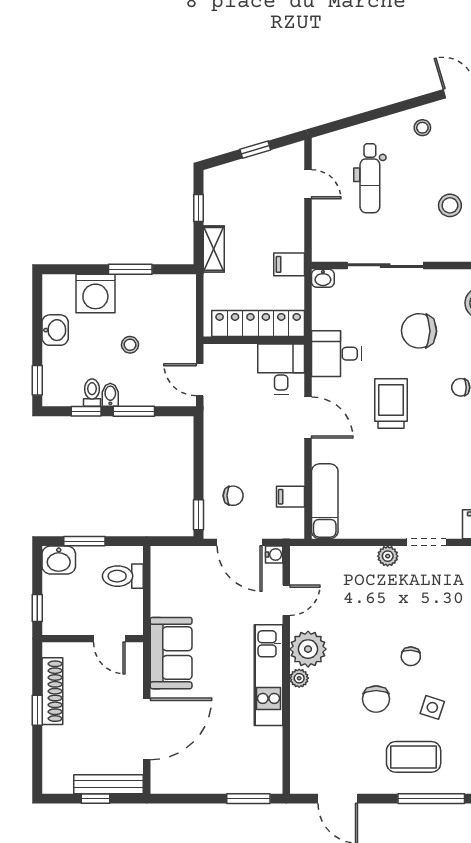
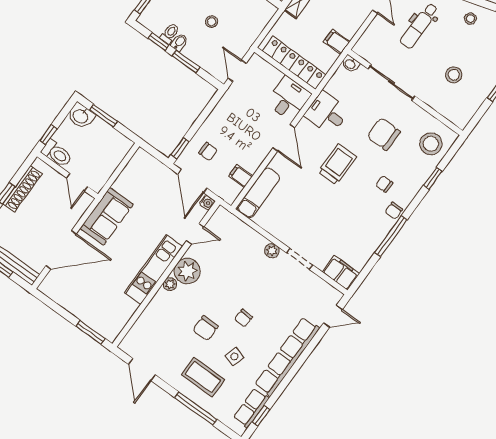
toilet: (123, 576) -> (57, 154), moved, turned 180

